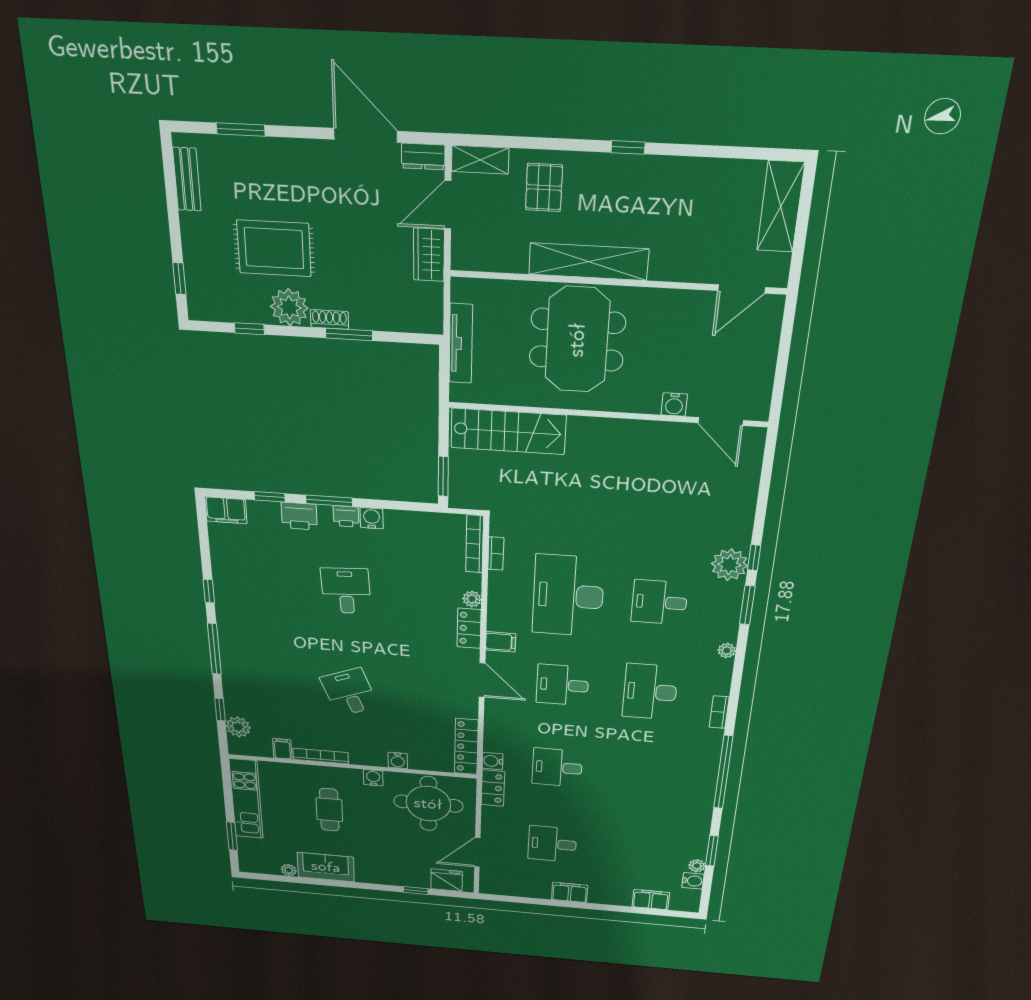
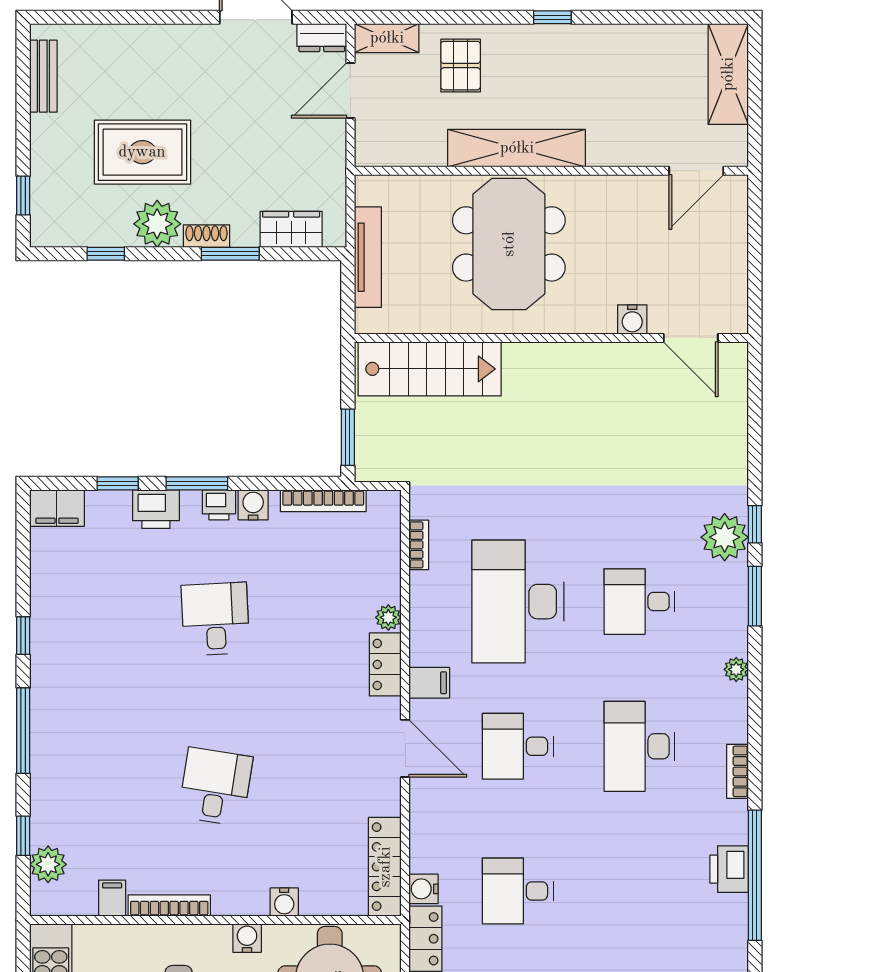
window: (241, 130) -> (112, 17), removed
wardrobe: (429, 255) -> (291, 229), moved, turned 90
bookcase: (475, 544) -> (323, 501), moved, turned -90
desk: (349, 692) -> (215, 787), turned 30
printer: (706, 767) -> (729, 869), added

